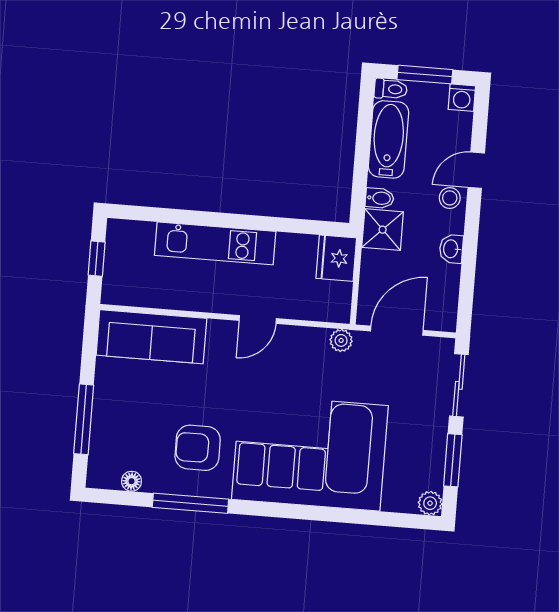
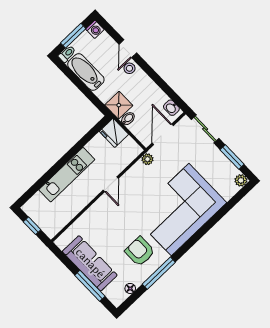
bidet: (380, 198) -> (128, 119), moved
washbasin: (451, 249) -> (171, 108), moved
sofa: (151, 337) -> (90, 263), moved, turned -90
armchair: (198, 448) -> (140, 251), turned 90

